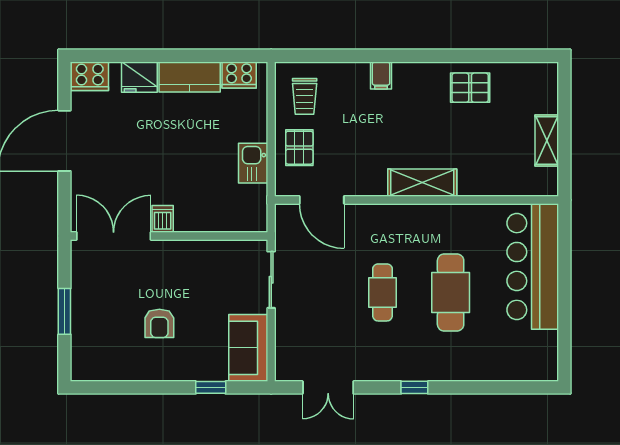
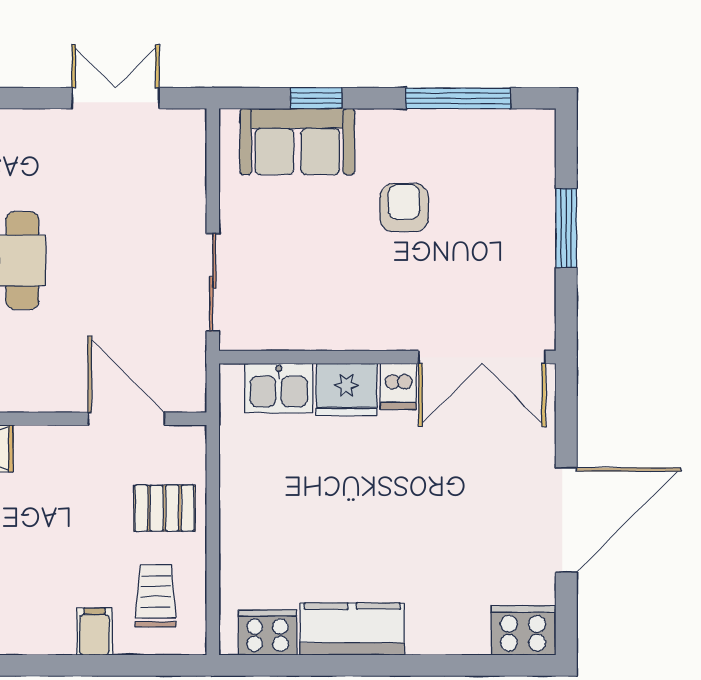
filing cabinet: (381, 75) -> (94, 632), moved
fridge: (139, 77) -> (347, 390), moved, turned 180
pallet: (299, 148) -> (164, 508), turned 90
kitchen sink: (253, 163) -> (279, 388), moved, turned 90
sofa: (248, 348) -> (297, 142), moved, turned 90
window: (128, 387) -> (458, 98), added

